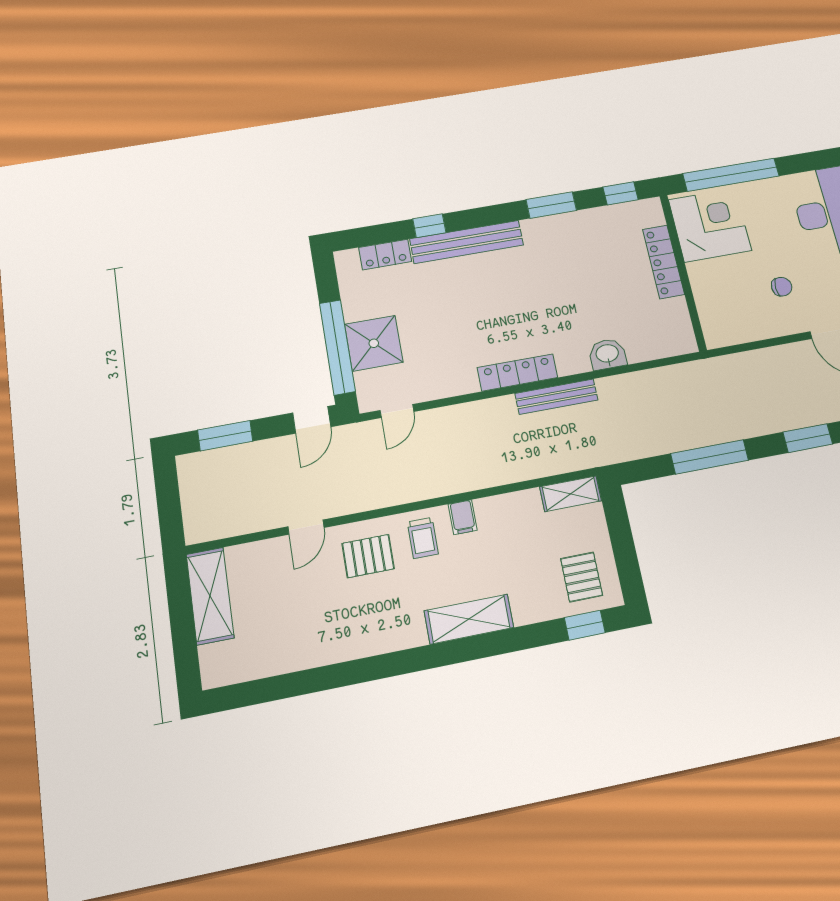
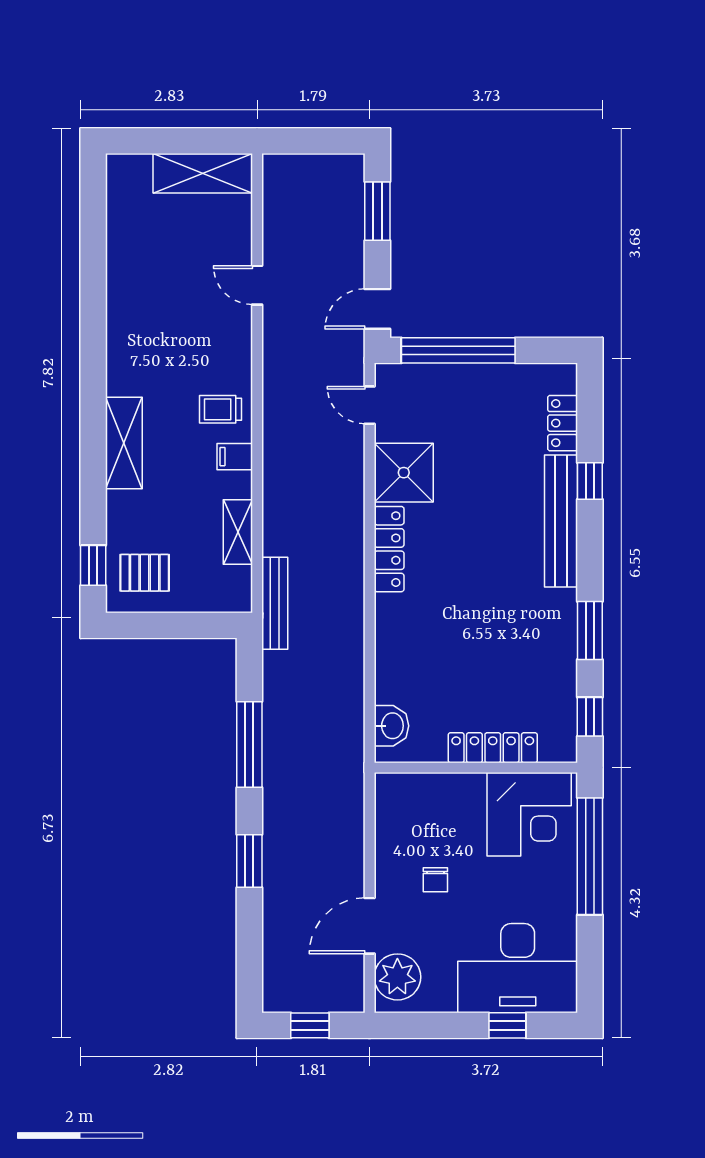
shower: (374, 343) -> (404, 473), moved
washbasin: (607, 354) -> (391, 726), moved
bench: (556, 397) -> (275, 603), moved
door: (312, 420) -> (377, 309), hinge flipped
shelving: (570, 494) -> (238, 532), moved
pallet: (368, 556) -> (212, 347), removed

